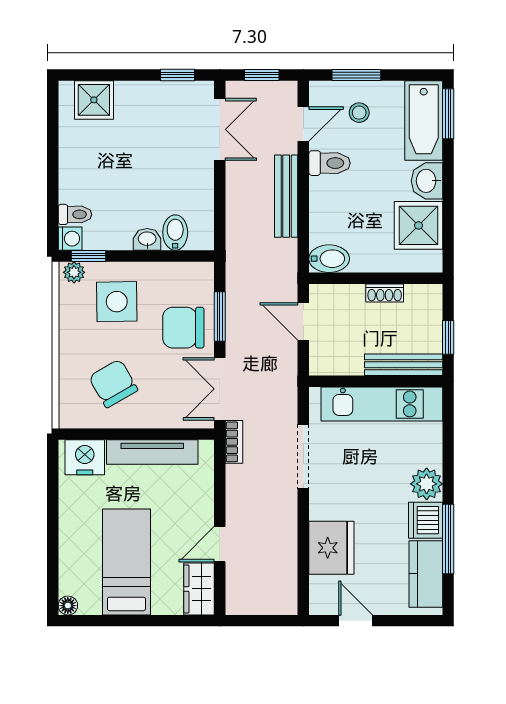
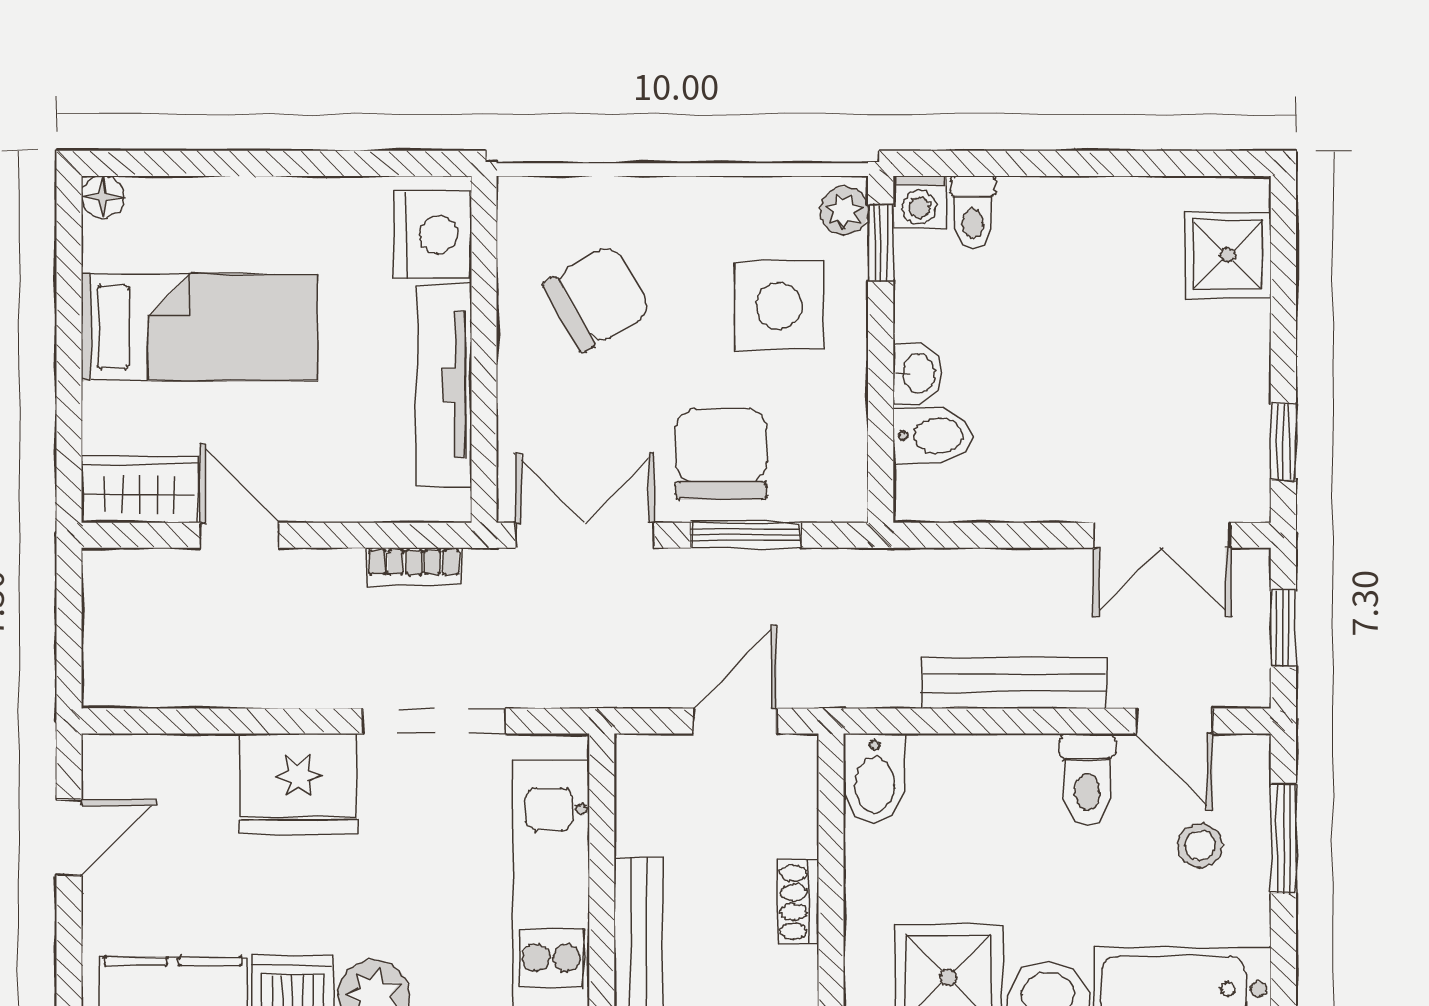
bookcase: (234, 442) -> (414, 567), moved
fridge: (331, 548) -> (298, 783), moved

